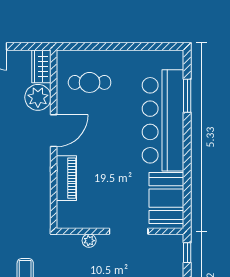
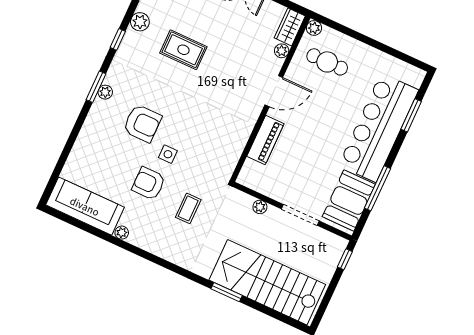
plant: (64, 57) -> (314, 28), added
plant: (38, 97) -> (282, 51), width x0.53, depth x0.53
window: (187, 175) -> (378, 188), added

